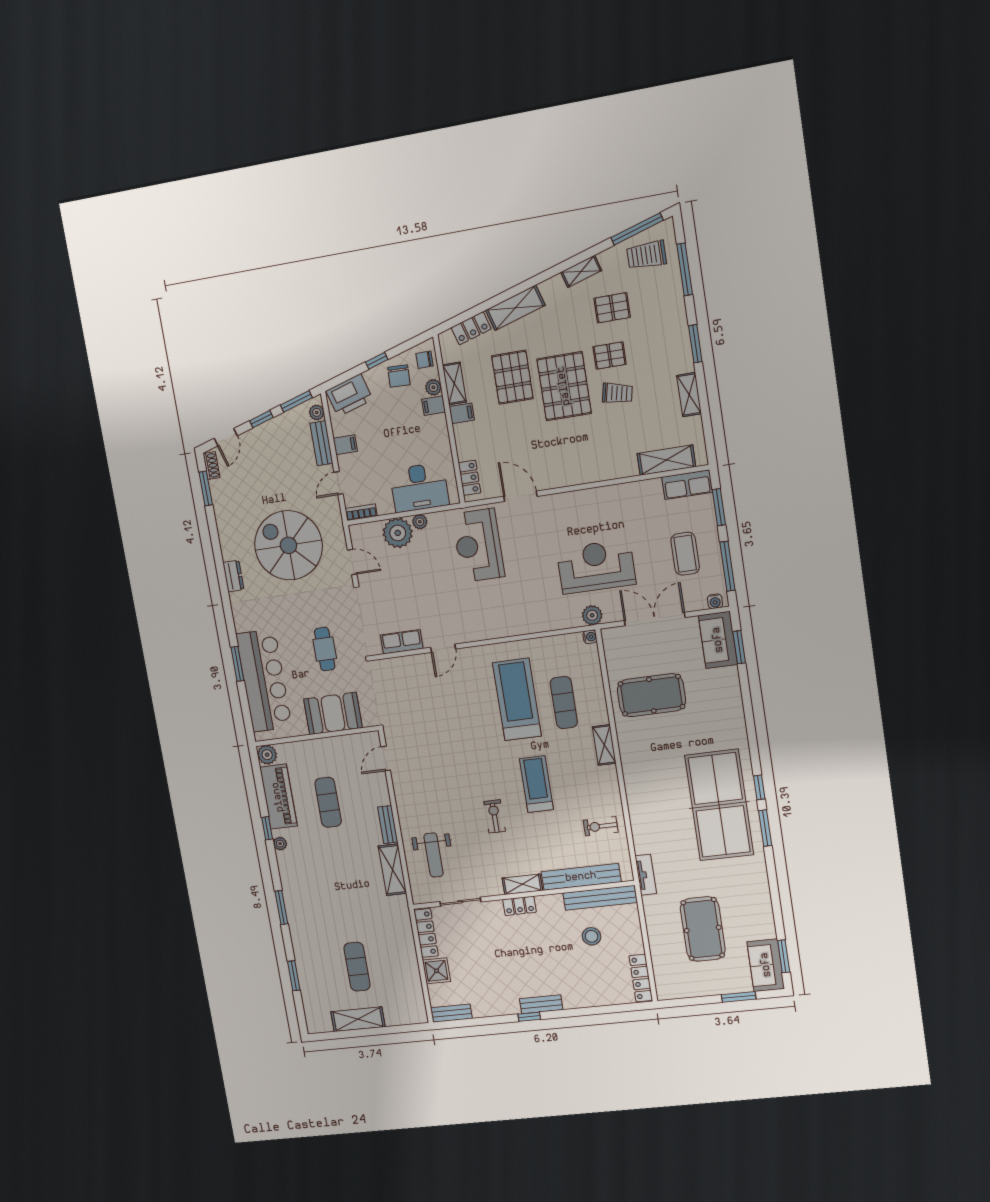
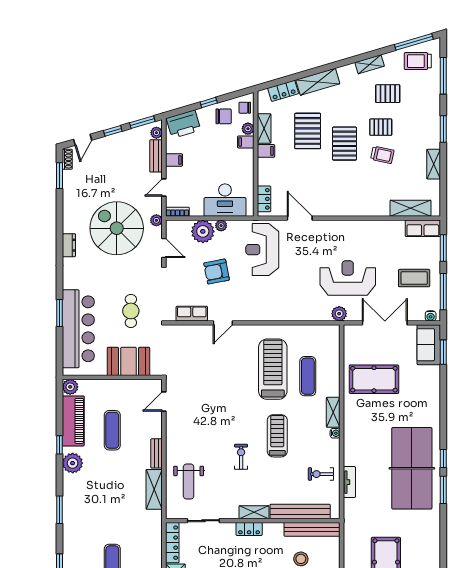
chair: (399, 376) -> (224, 116), turned -92
pallet: (564, 386) -> (345, 144), width x0.73, depth x0.71
plant: (336, 527) -> (156, 220), added
coffee table: (685, 554) -> (414, 278), turned 90
armchair: (424, 583) -> (217, 272), added
water cooler: (590, 637) -> (335, 433), moved
plant: (280, 844) -> (73, 463), width x1.87, depth x1.87
tv unit: (646, 875) -> (349, 482), moved

